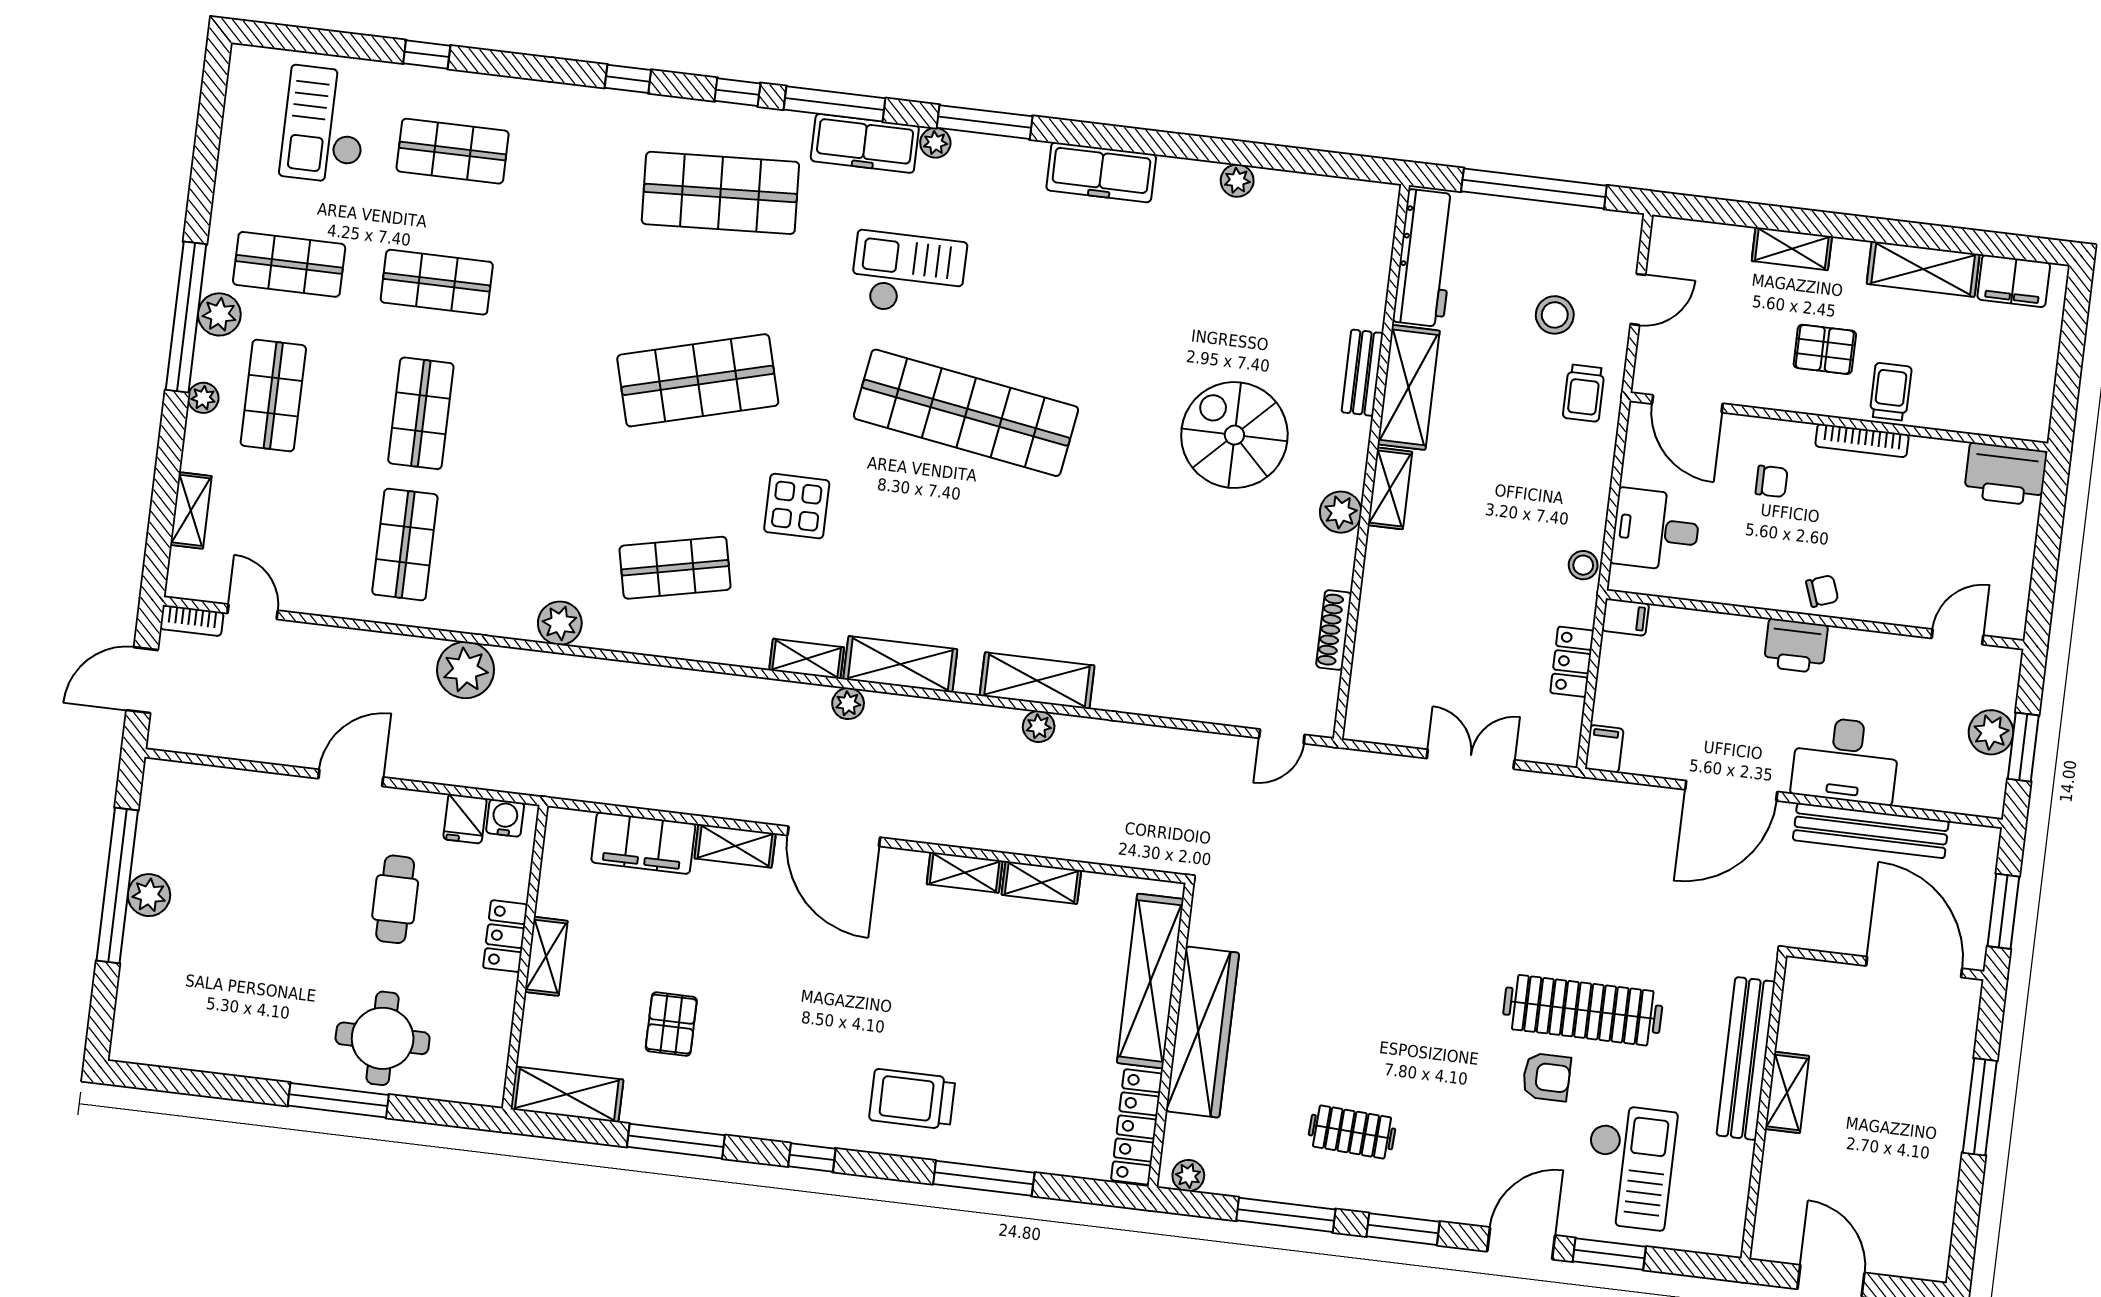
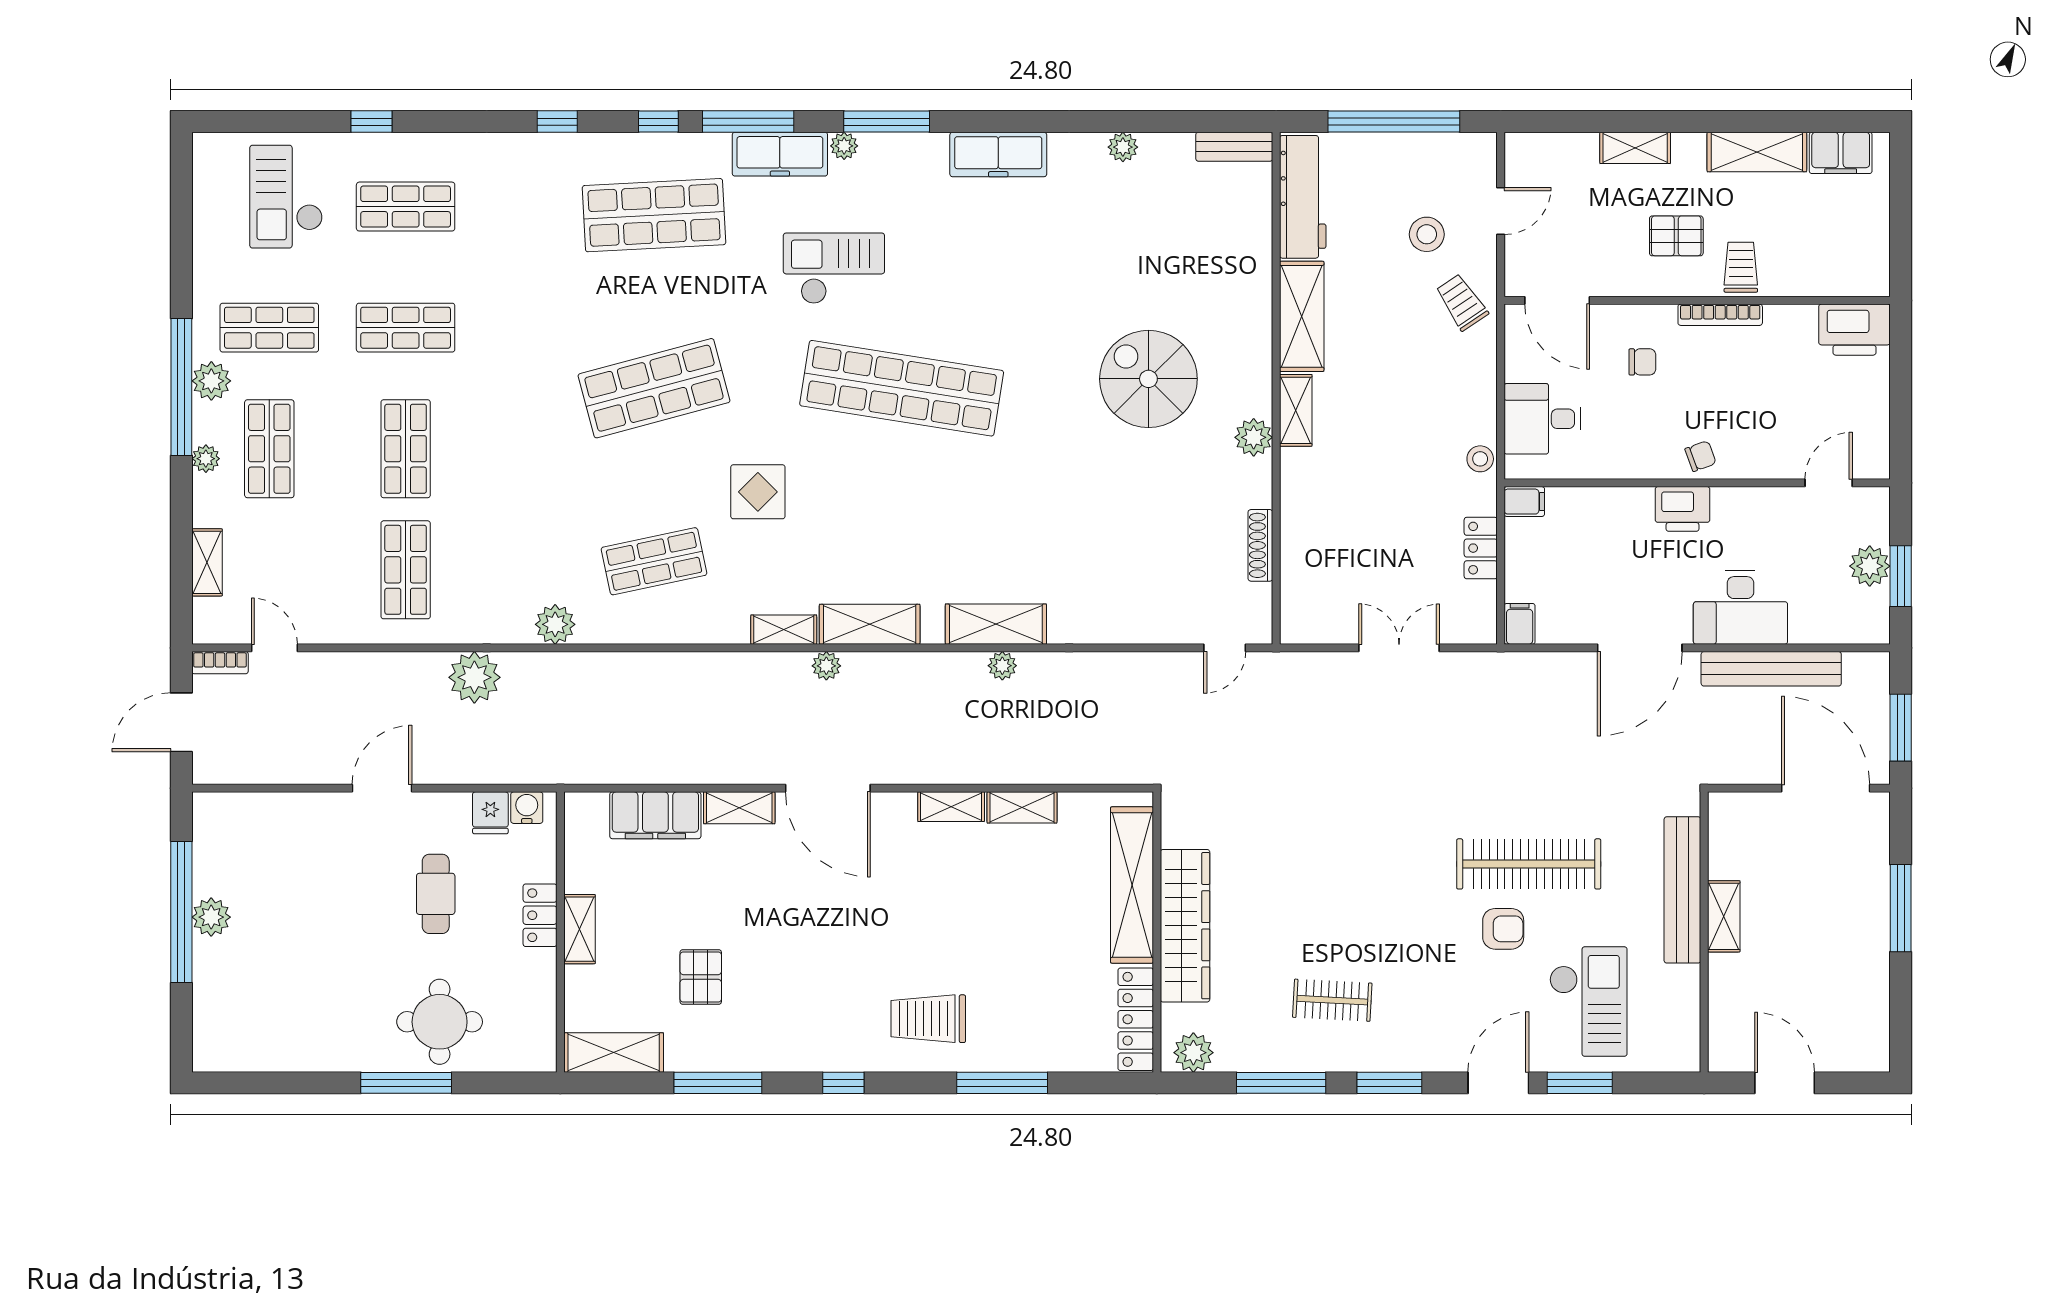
bench: (1362, 373) -> (1234, 147), moved, turned 90
trolley: (1584, 393) -> (1462, 302), turned 146
plant: (1188, 1176) -> (1193, 1053), width x1.38, depth x1.38

